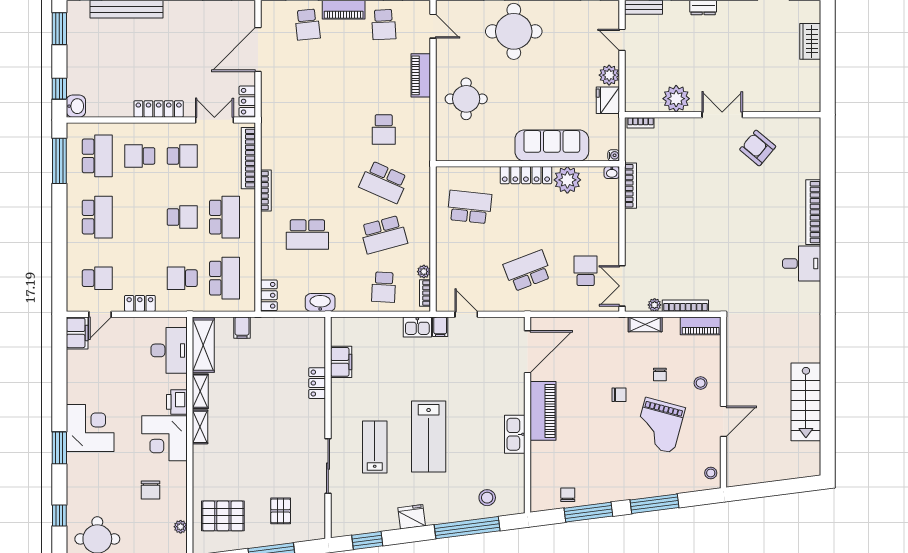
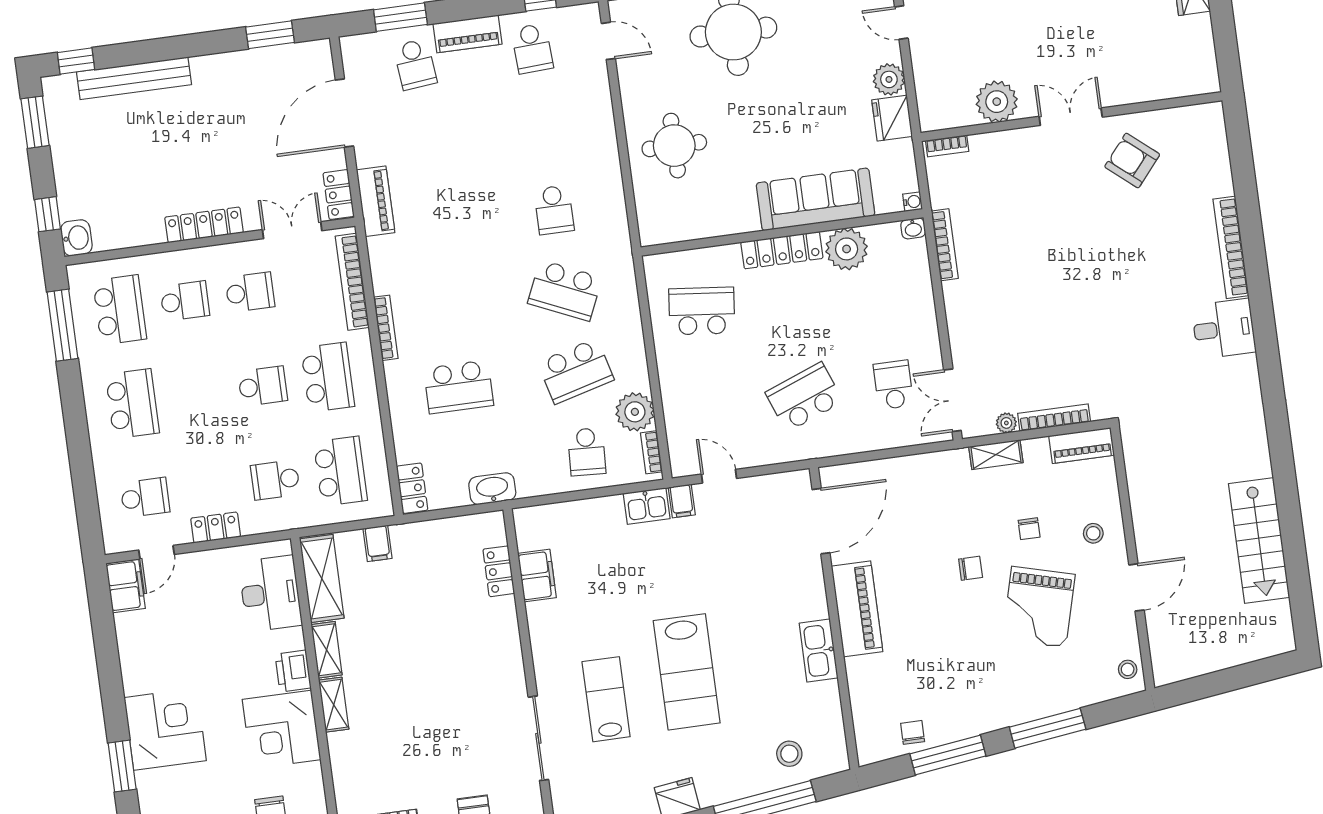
piano: (421, 75) -> (376, 201), moved, turned 180
school desk: (140, 156) -> (185, 301), turned 180
plant: (424, 272) -> (635, 412), width x1.88, depth x1.88
locker: (317, 383) -> (499, 571), moved

